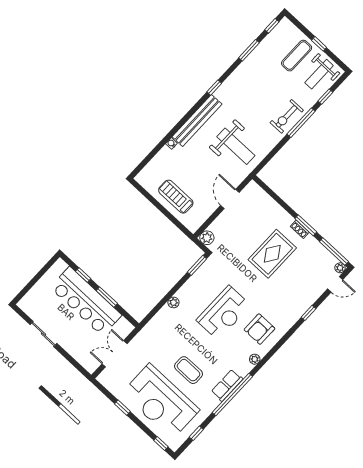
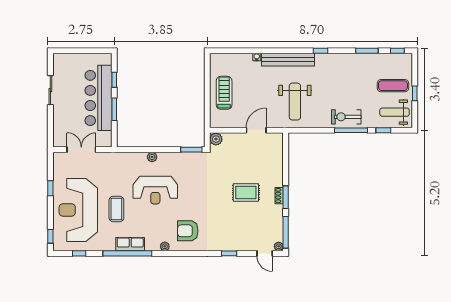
rug: (272, 254) -> (246, 193), width x0.73, depth x0.70
reception desk: (223, 313) -> (155, 190), moved

